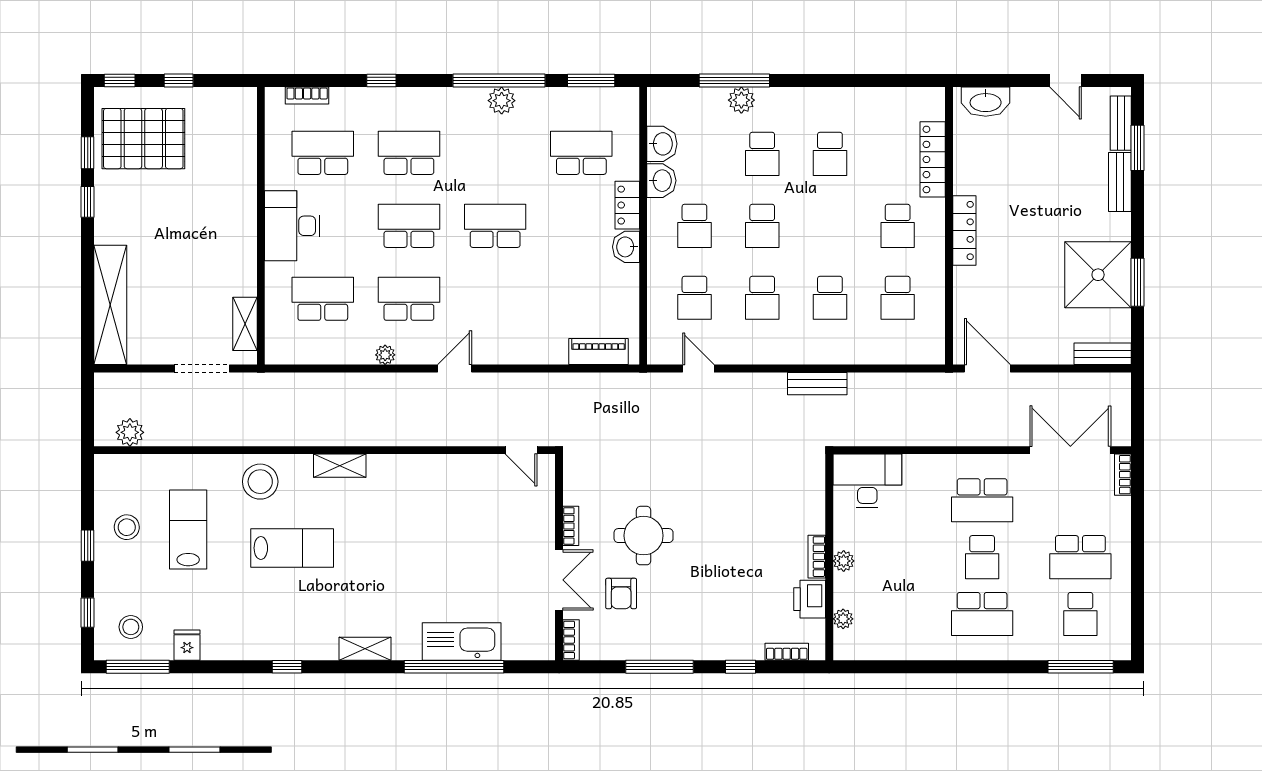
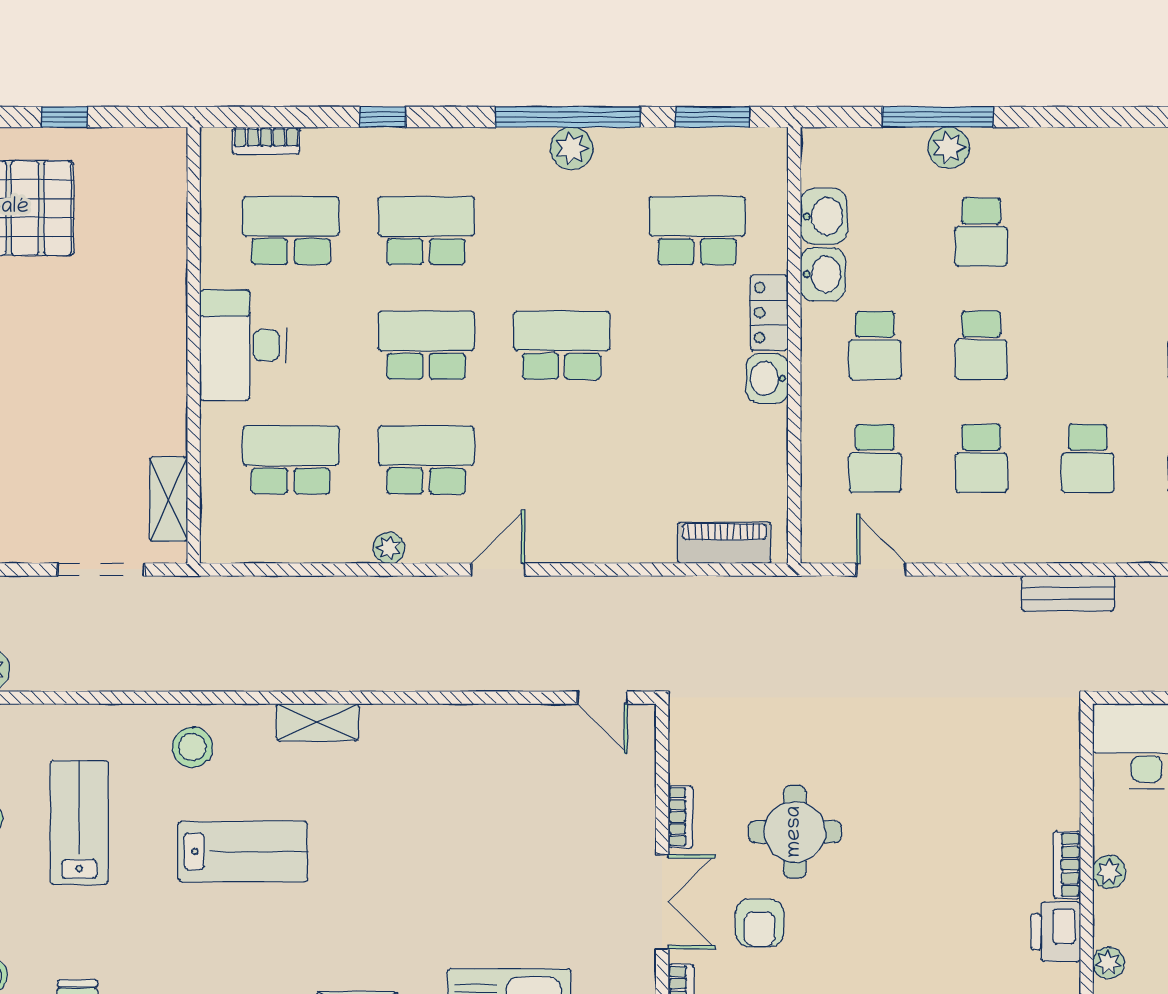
school desk: (830, 154) -> (1088, 232), removed
stool: (260, 482) -> (192, 747), width x0.73, depth x0.73

